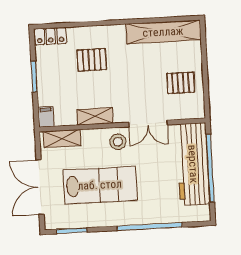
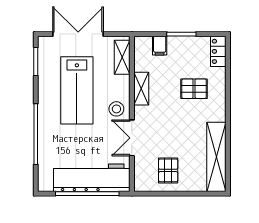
pallet: (92, 60) -> (194, 89), turned 90
filing cabinet: (46, 117) -> (160, 46), moved, turned 90

